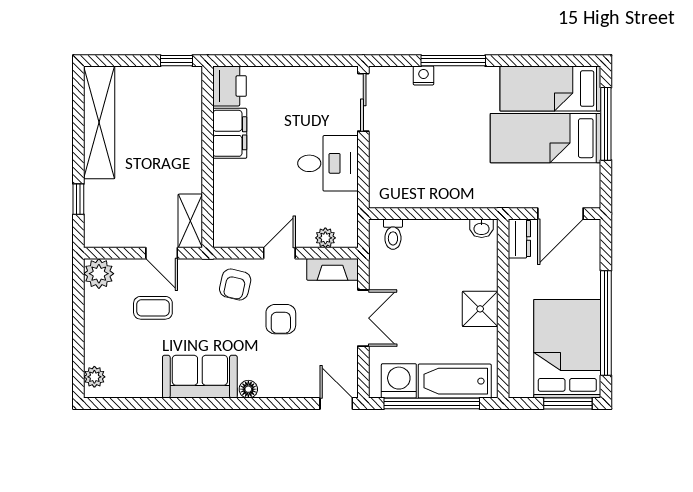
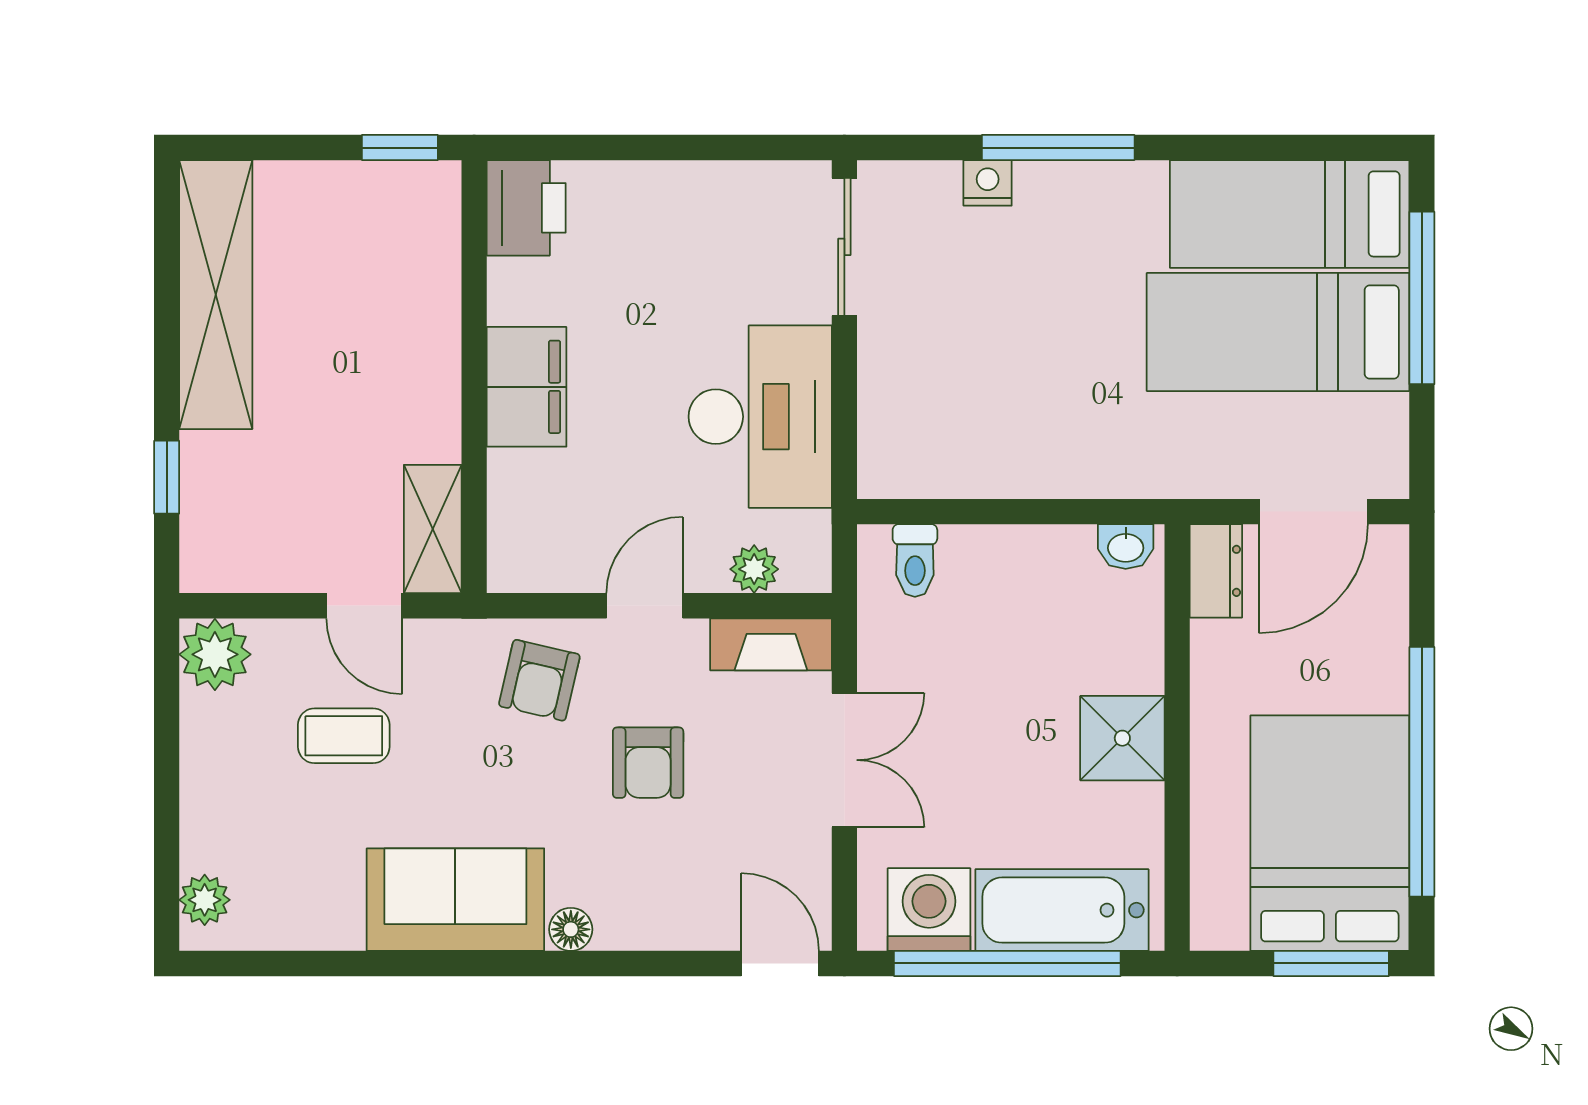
filing cabinet: (230, 133) -> (527, 387), moved
desk: (328, 163) -> (760, 417), width x1.37

